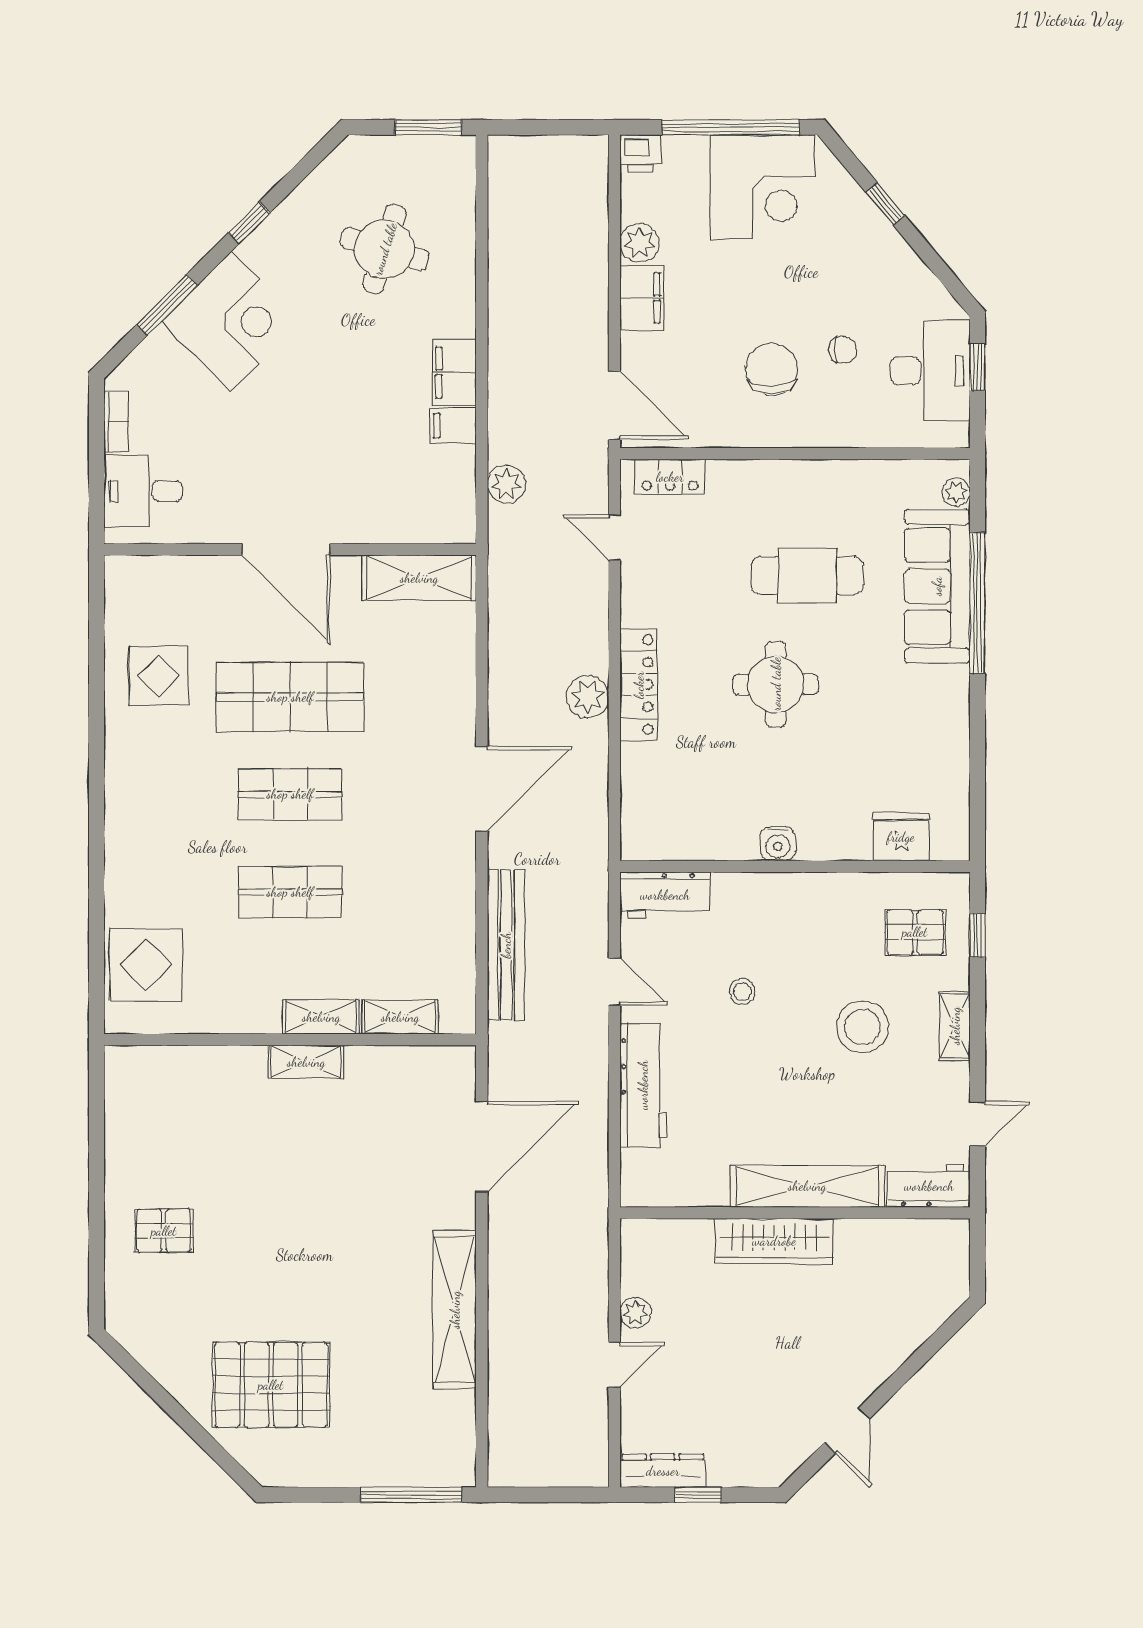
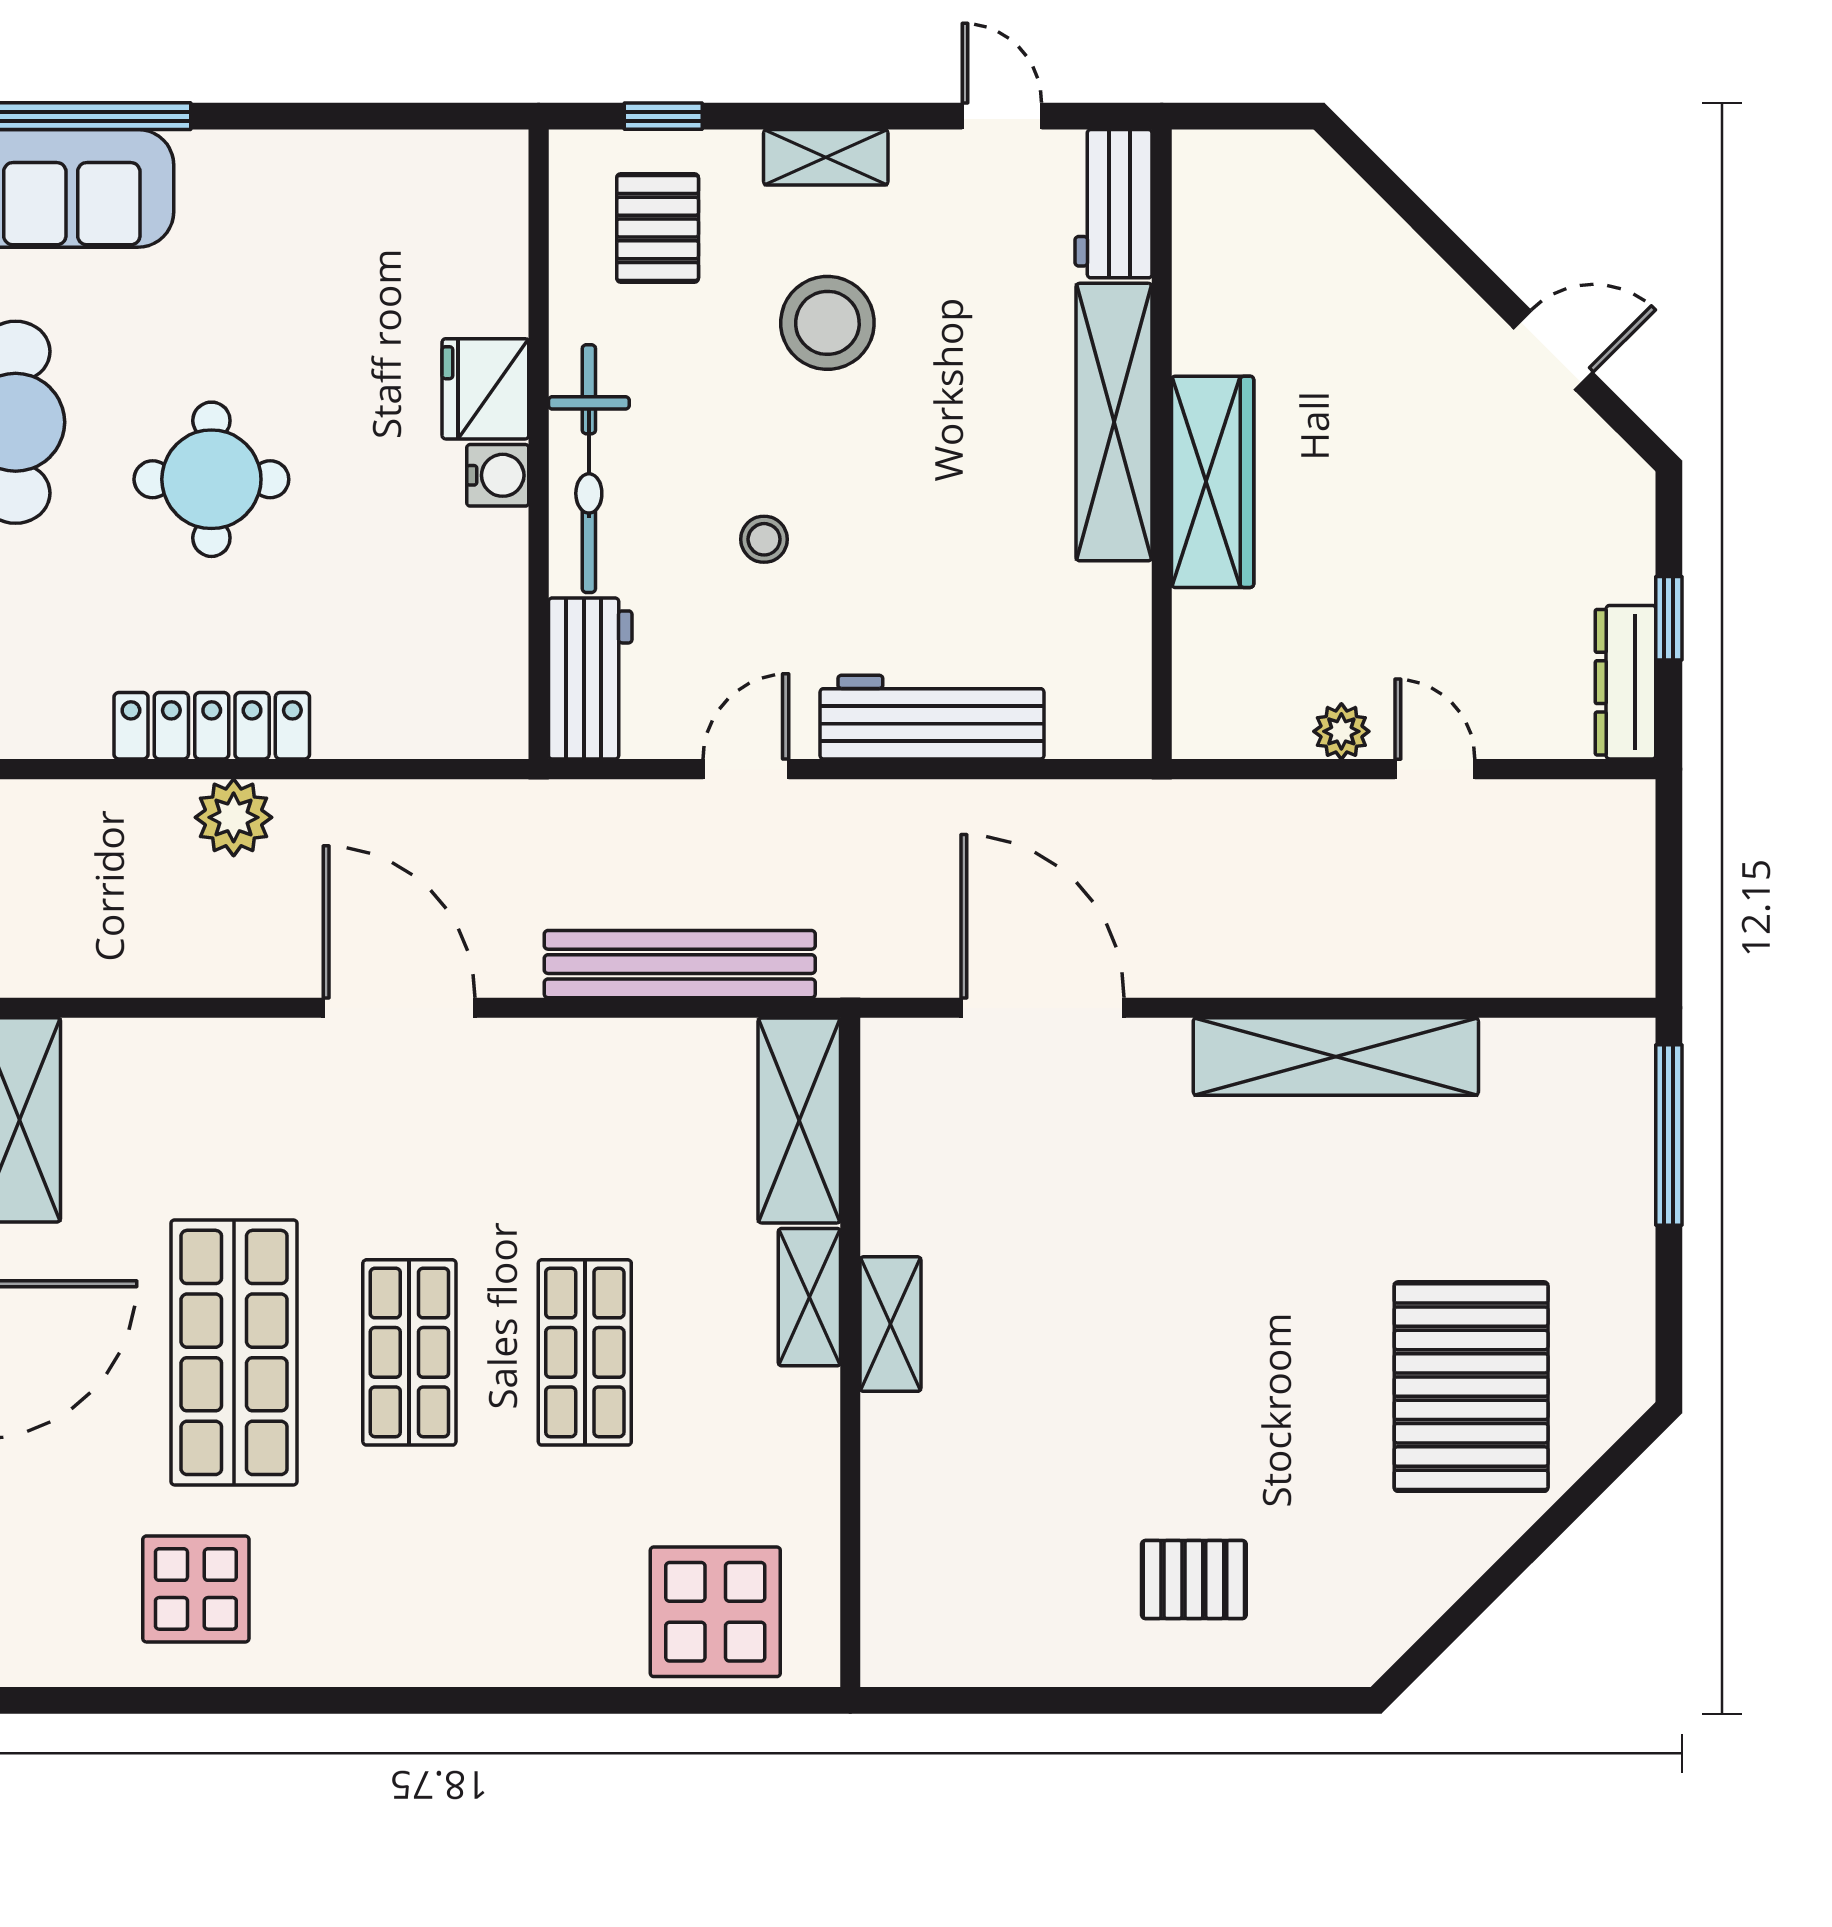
fridge: (901, 837) -> (485, 389), moved
bicycle: (781, 894) -> (589, 469), added
shelving: (400, 1017) -> (799, 1120), width x1.50, depth x1.33
pallet: (164, 1231) -> (1194, 1580), turned 90

